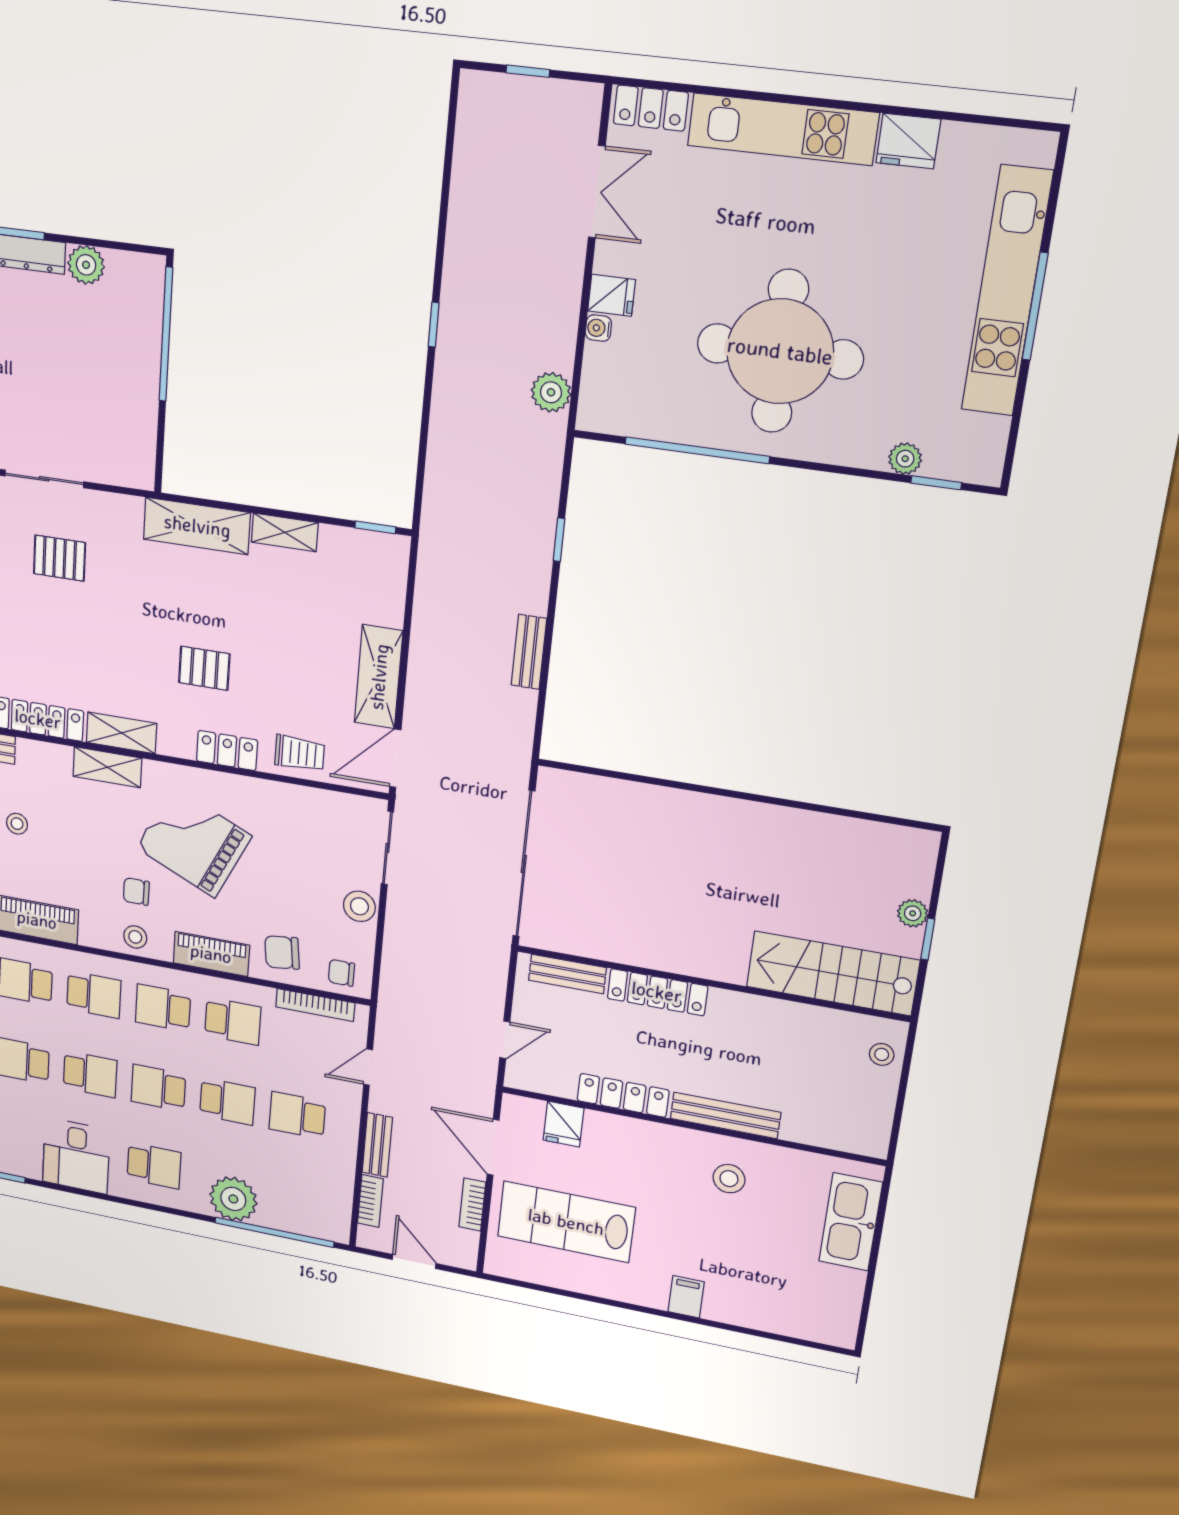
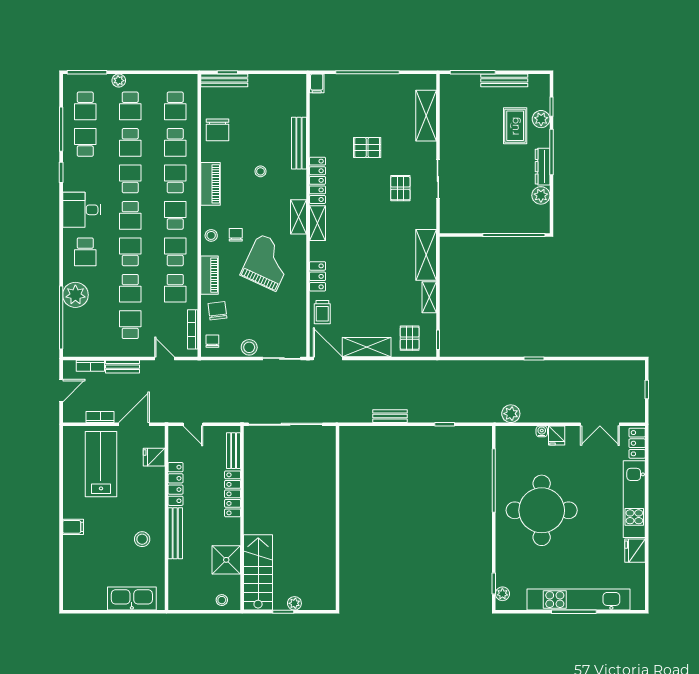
plant: (905, 459) -> (502, 594), moved
pallet: (204, 668) -> (410, 338), moved
school desk: (94, 995) -> (175, 215), turned 180
shower: (796, 1030) -> (226, 560), added

